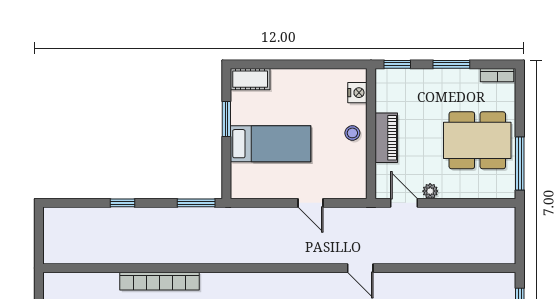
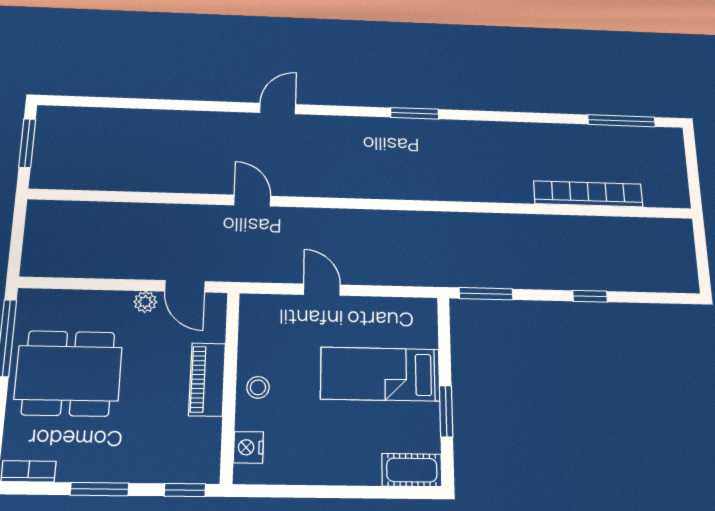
bookcase: (159, 281) -> (588, 194), moved

